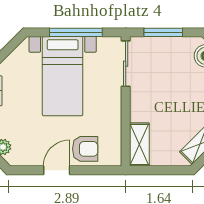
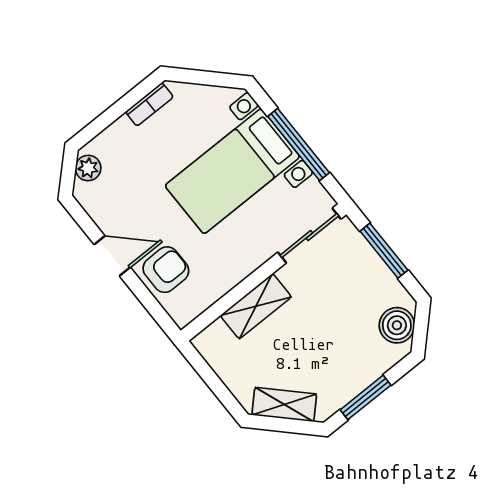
shelving: (139, 144) -> (256, 306), moved
armchair: (85, 149) -> (166, 270), turned -90

